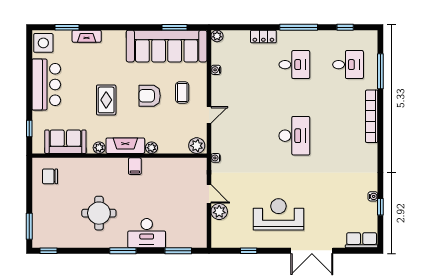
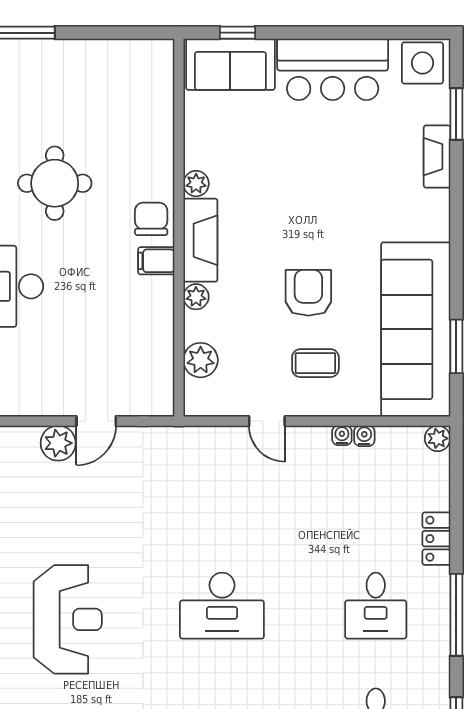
rug: (106, 100) -> (299, 199), removed
sofa: (65, 142) -> (230, 64), moved, turned 90
plant: (197, 146) -> (201, 360), moved
water cooler: (216, 158) -> (342, 435), moved
chair: (50, 176) -> (151, 219), moved
reception desk: (278, 214) -> (68, 619), moved

